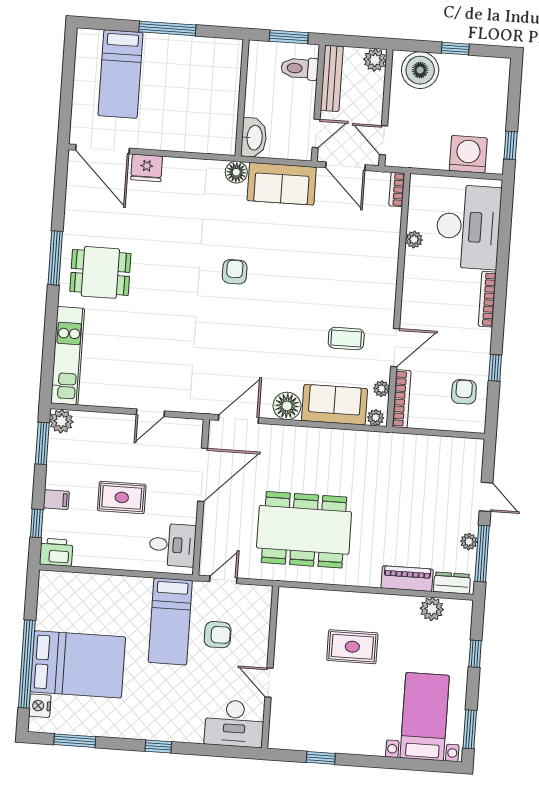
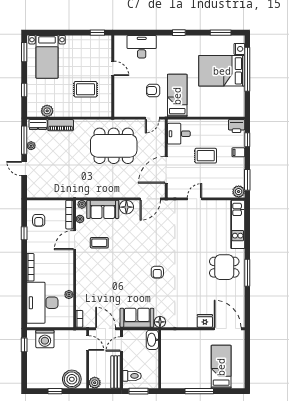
wall: (270, 667) -> (113, 76), moved
door: (269, 683) -> (113, 68), moved

